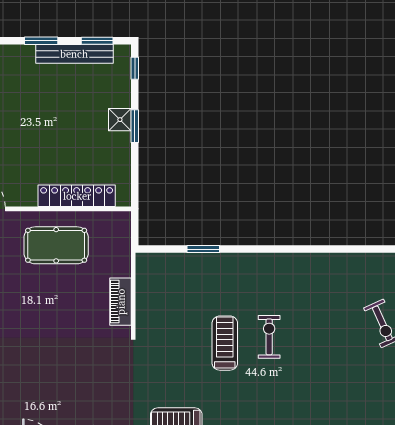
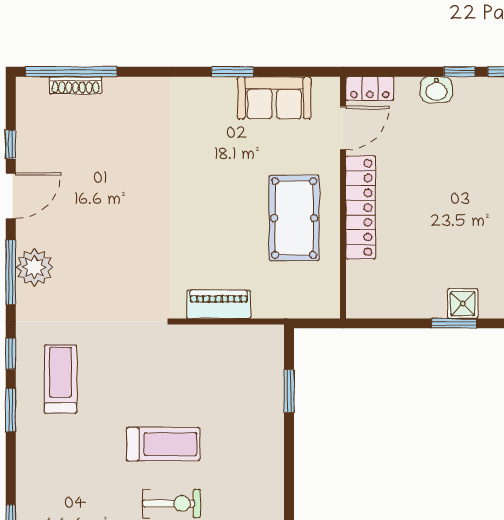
locker: (77, 196) -> (361, 208), moved
window: (203, 249) -> (289, 391), moved

